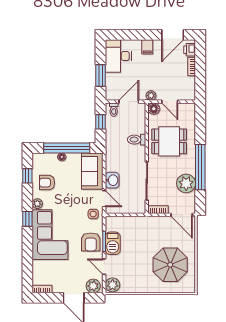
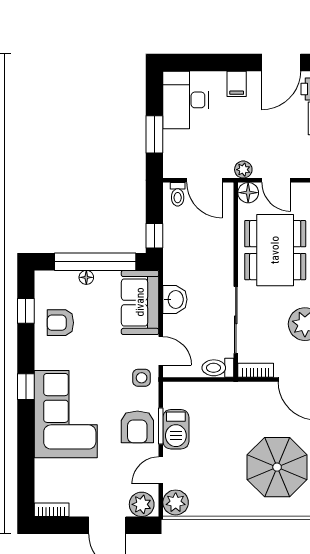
door: (129, 102) -> (204, 180), swing flipped
window: (100, 122) -> (154, 236), moved
toilet: (137, 140) -> (218, 368), moved
dining table: (169, 141) -> (275, 250), width x1.38
washbasin: (112, 180) -> (175, 299), moved
plant: (37, 204) -> (43, 360), removed
door: (104, 267) -> (161, 470), hinge flipped

